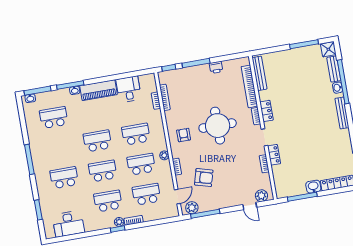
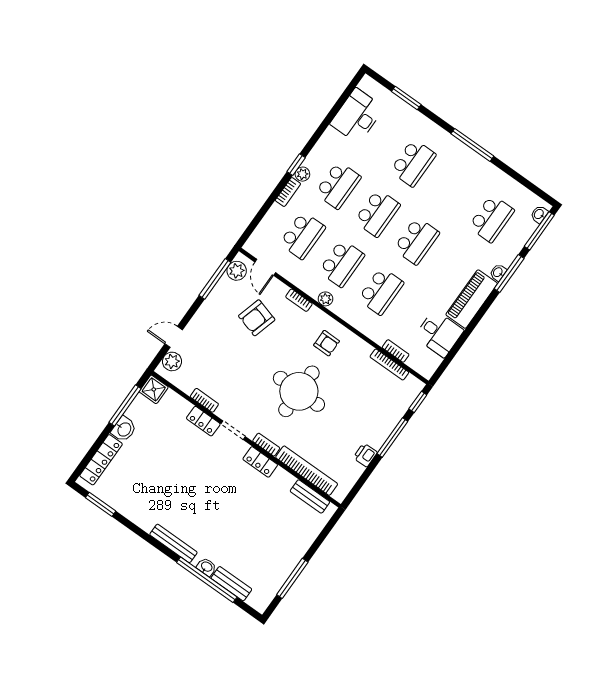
shower: (328, 49) -> (154, 389), moved
bench: (259, 73) -> (310, 496), width x0.73

